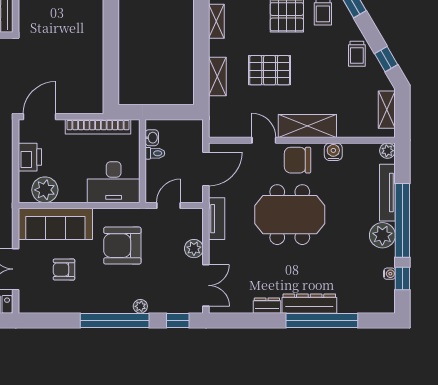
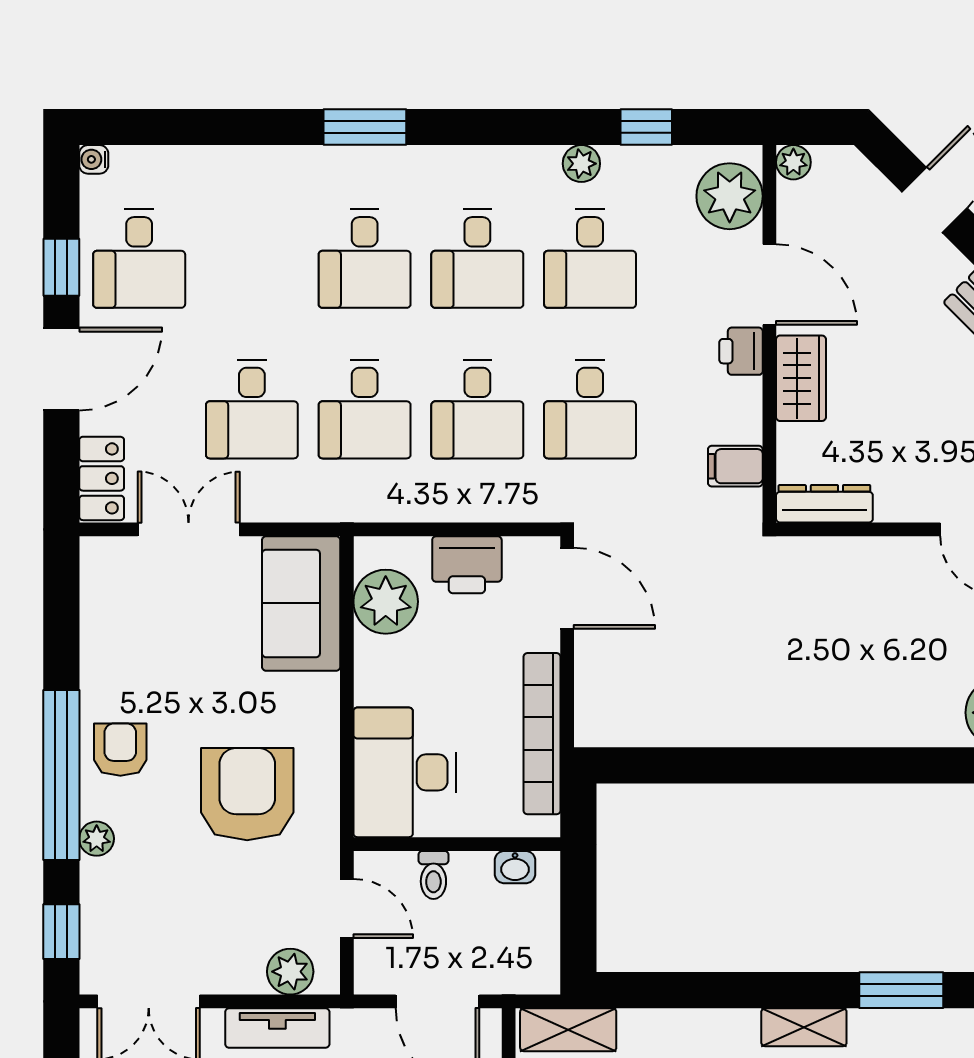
shelving: (217, 77) -> (568, 1030), moved
toilet: (155, 153) -> (433, 875), moved
tv unit: (217, 219) -> (277, 1028), moved
sofa: (55, 224) -> (301, 603), width x0.73
plant: (194, 249) -> (290, 972), moved
armchair: (64, 270) -> (120, 750), moved

